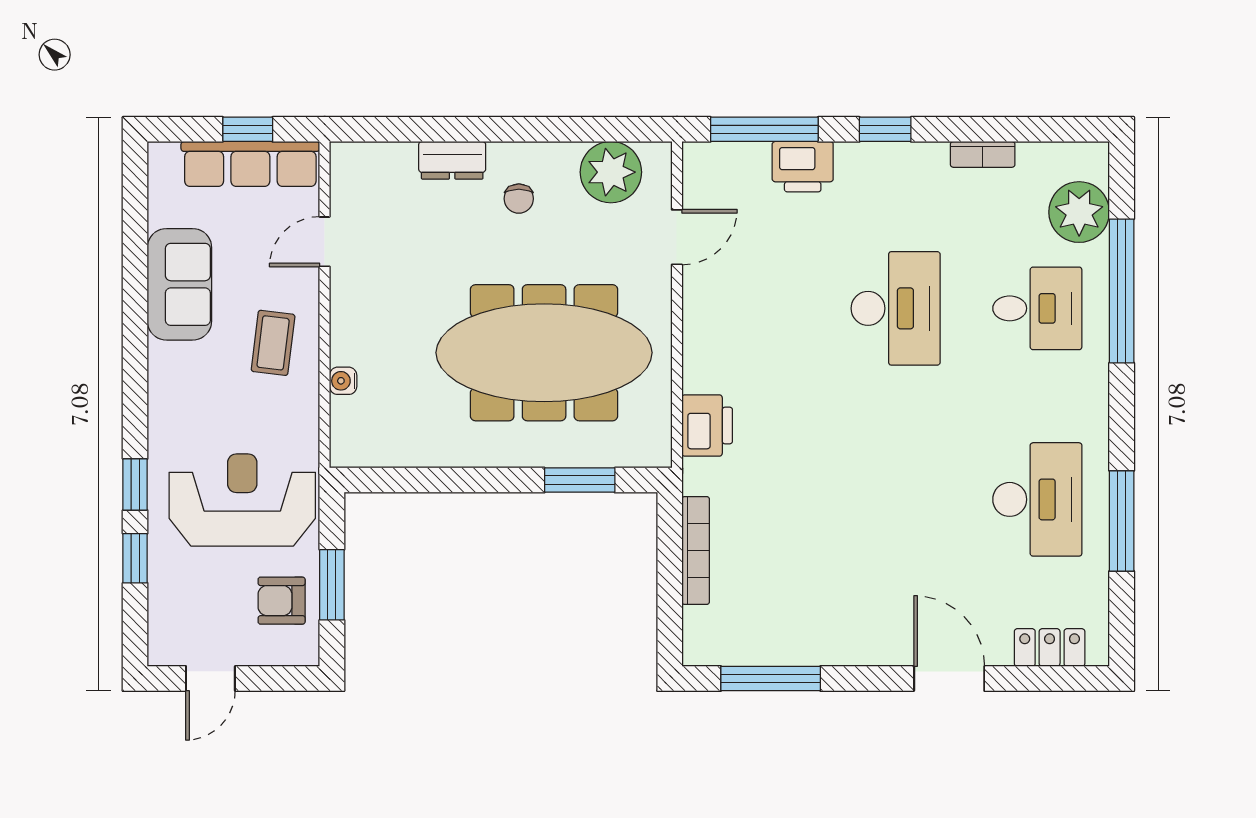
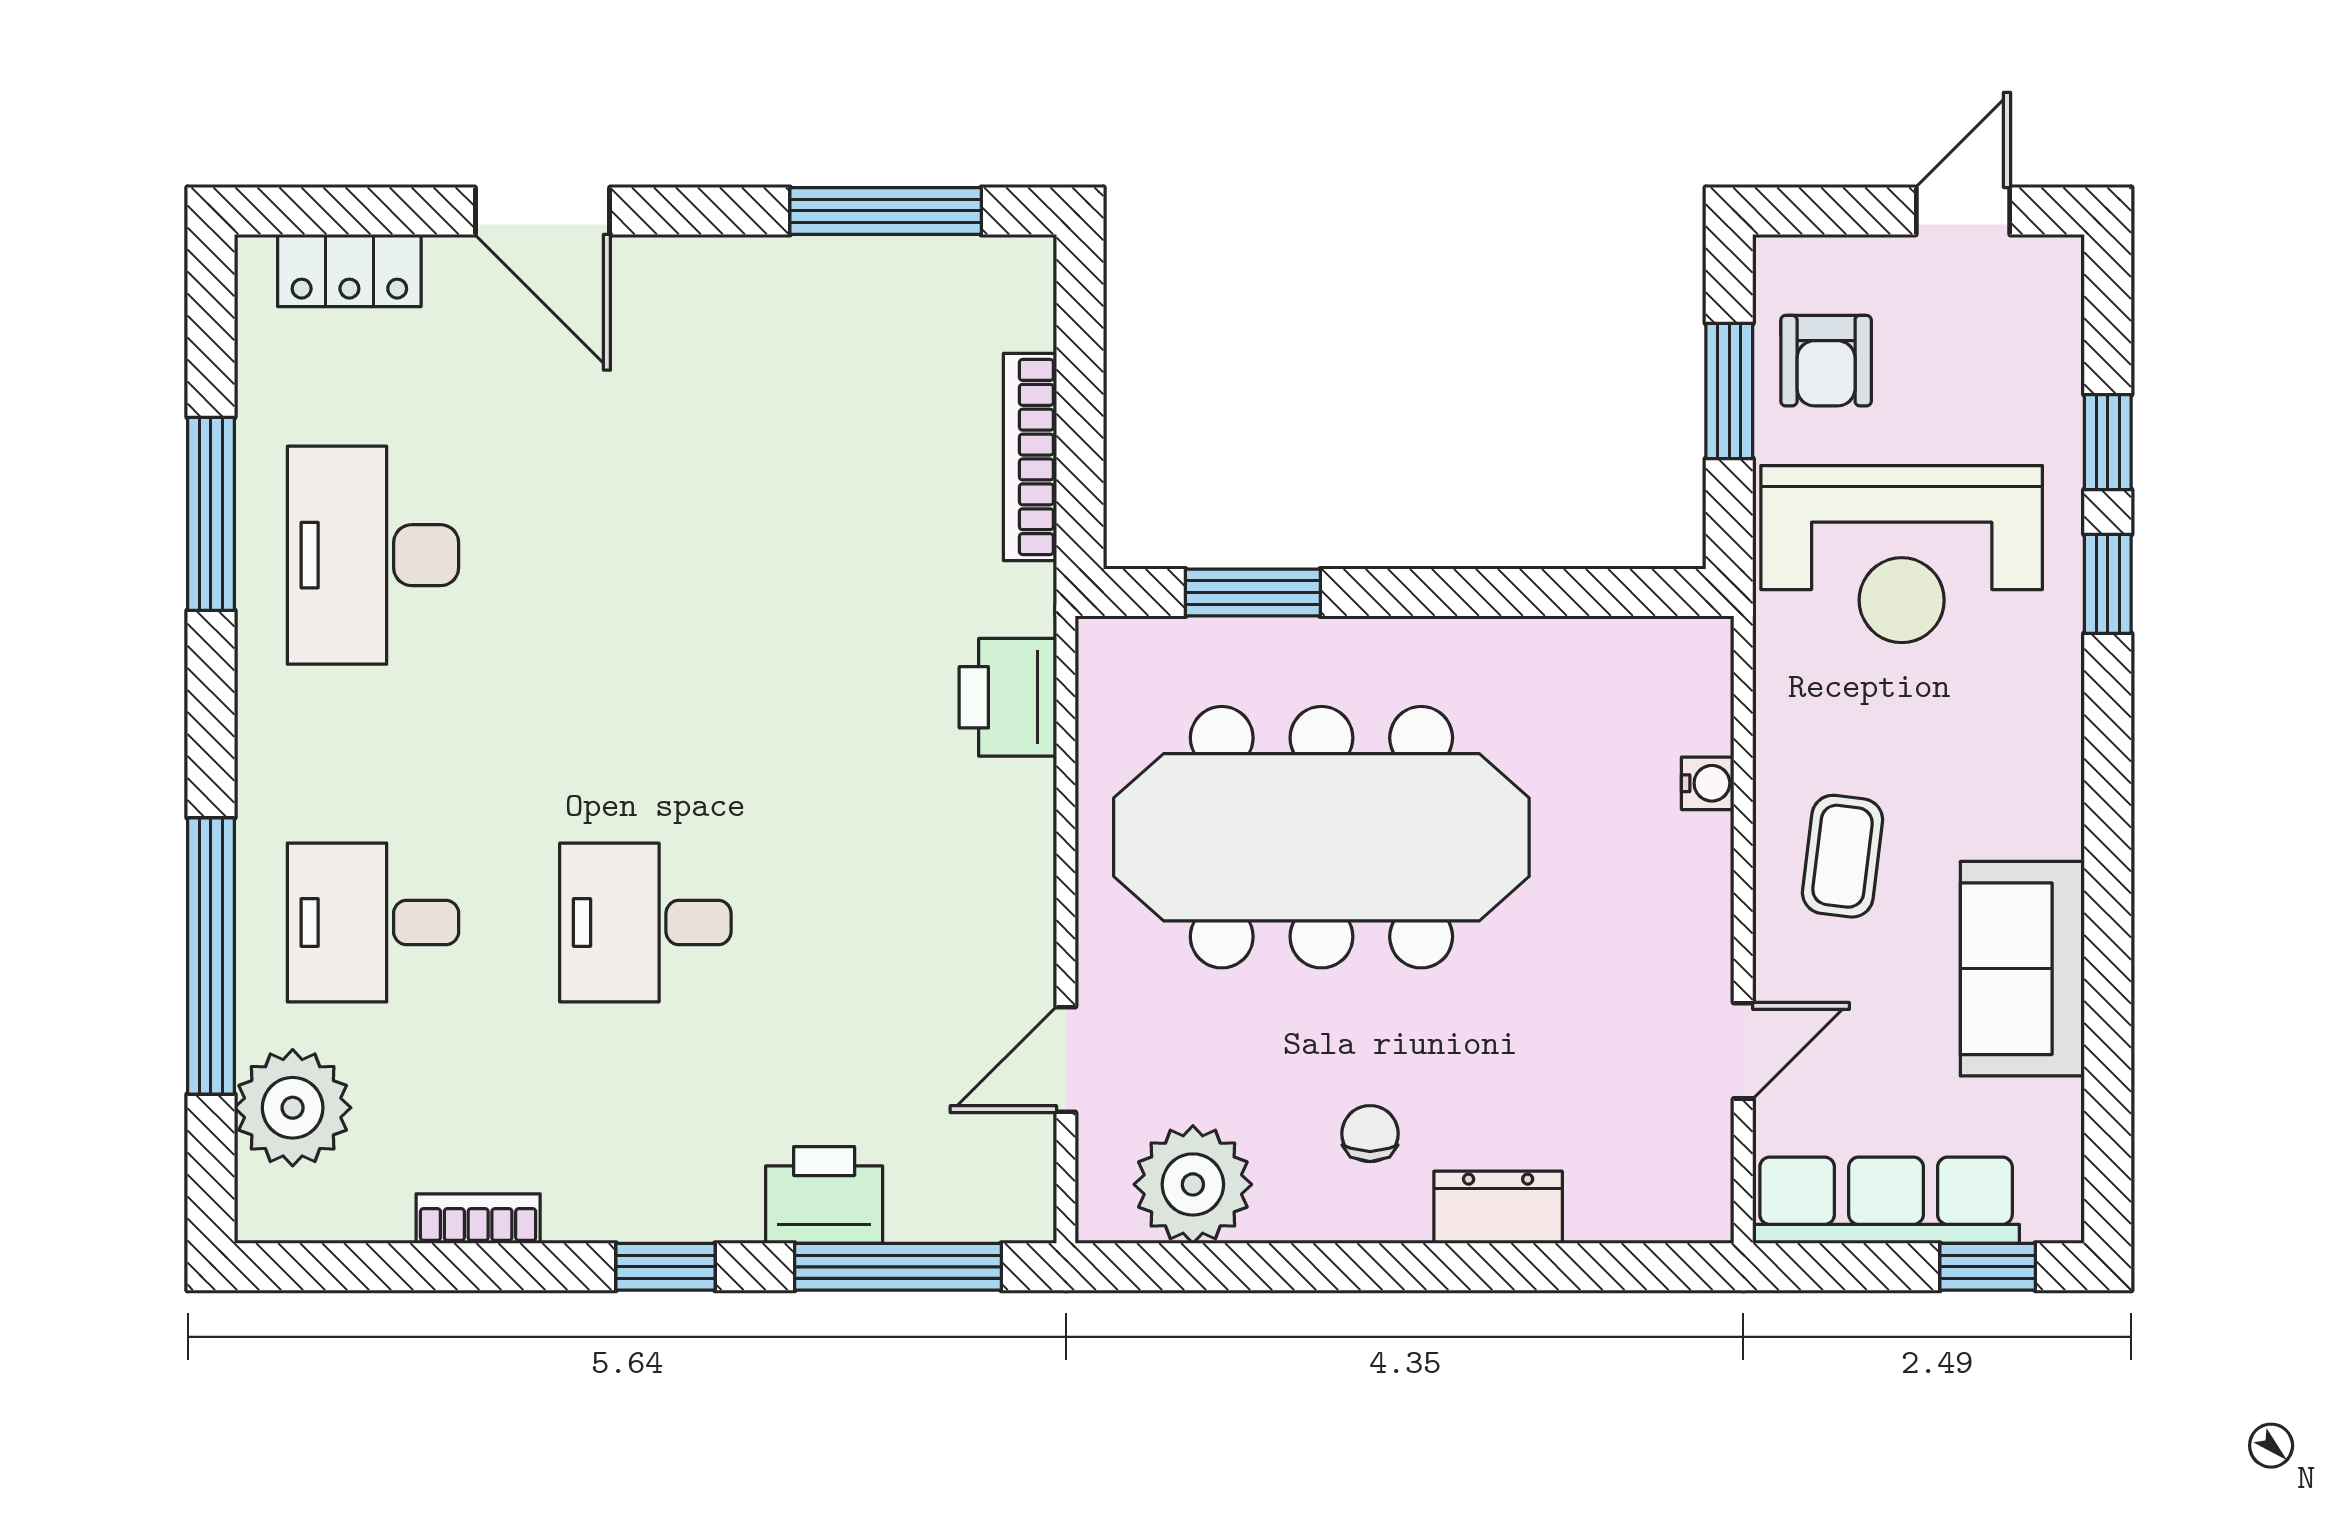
window: (248, 129) -> (1988, 1267), moved
desk: (896, 308) -> (645, 923), width x0.73
armchair: (282, 601) -> (1826, 361), turned 90

